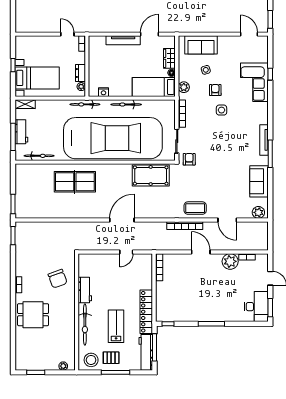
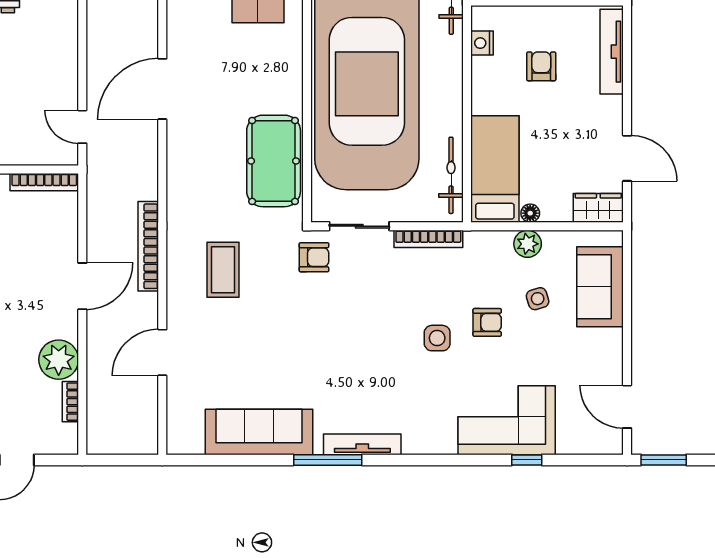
door: (249, 34) -> (627, 407), swing flipped
tv unit: (123, 40) -> (612, 52), moved
wardrobe: (169, 58) -> (598, 208), moved
armchair: (113, 68) -> (541, 66), added
plant: (184, 87) -> (528, 244), moved
bicycle: (126, 104) -> (451, 175), moved
sofa: (259, 181) -> (259, 432), width x1.36
coffee table: (195, 208) -> (223, 270), moved
plant: (258, 212) -> (181, 430), removed
door: (122, 220) -> (162, 89), swing flipped
door: (126, 252) -> (82, 127), moved

